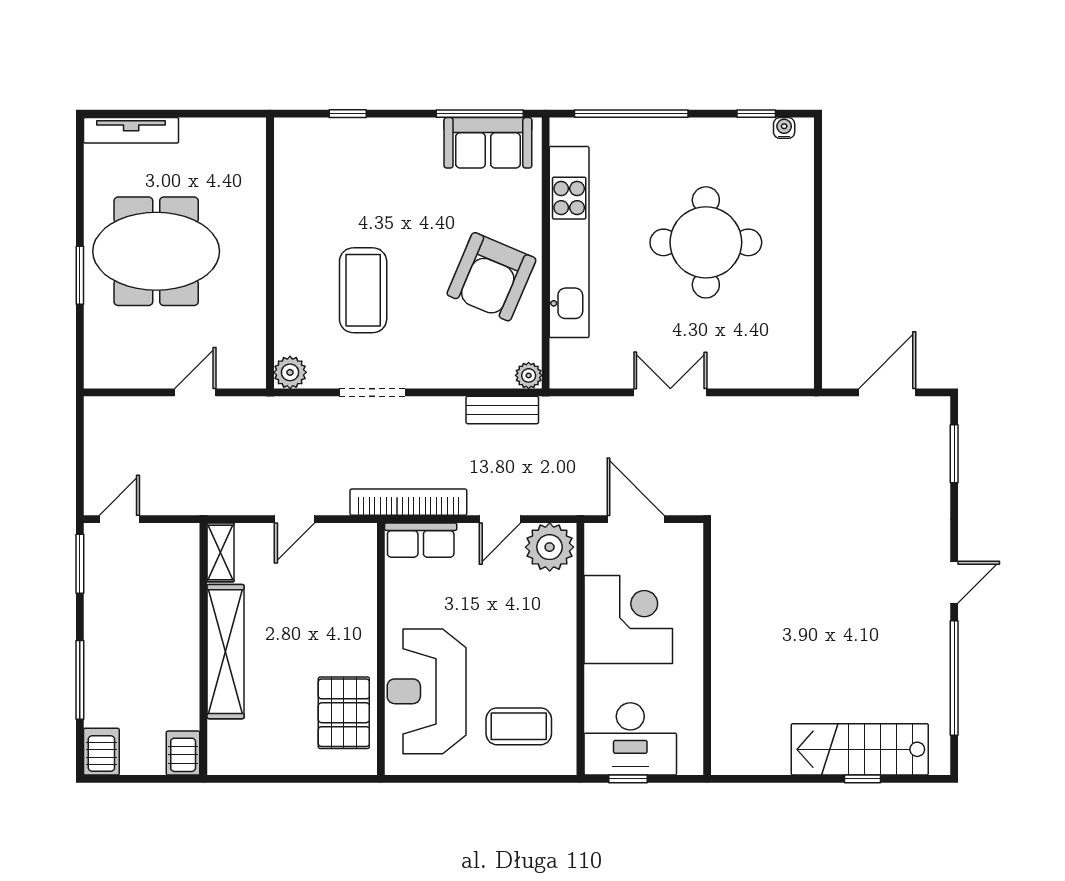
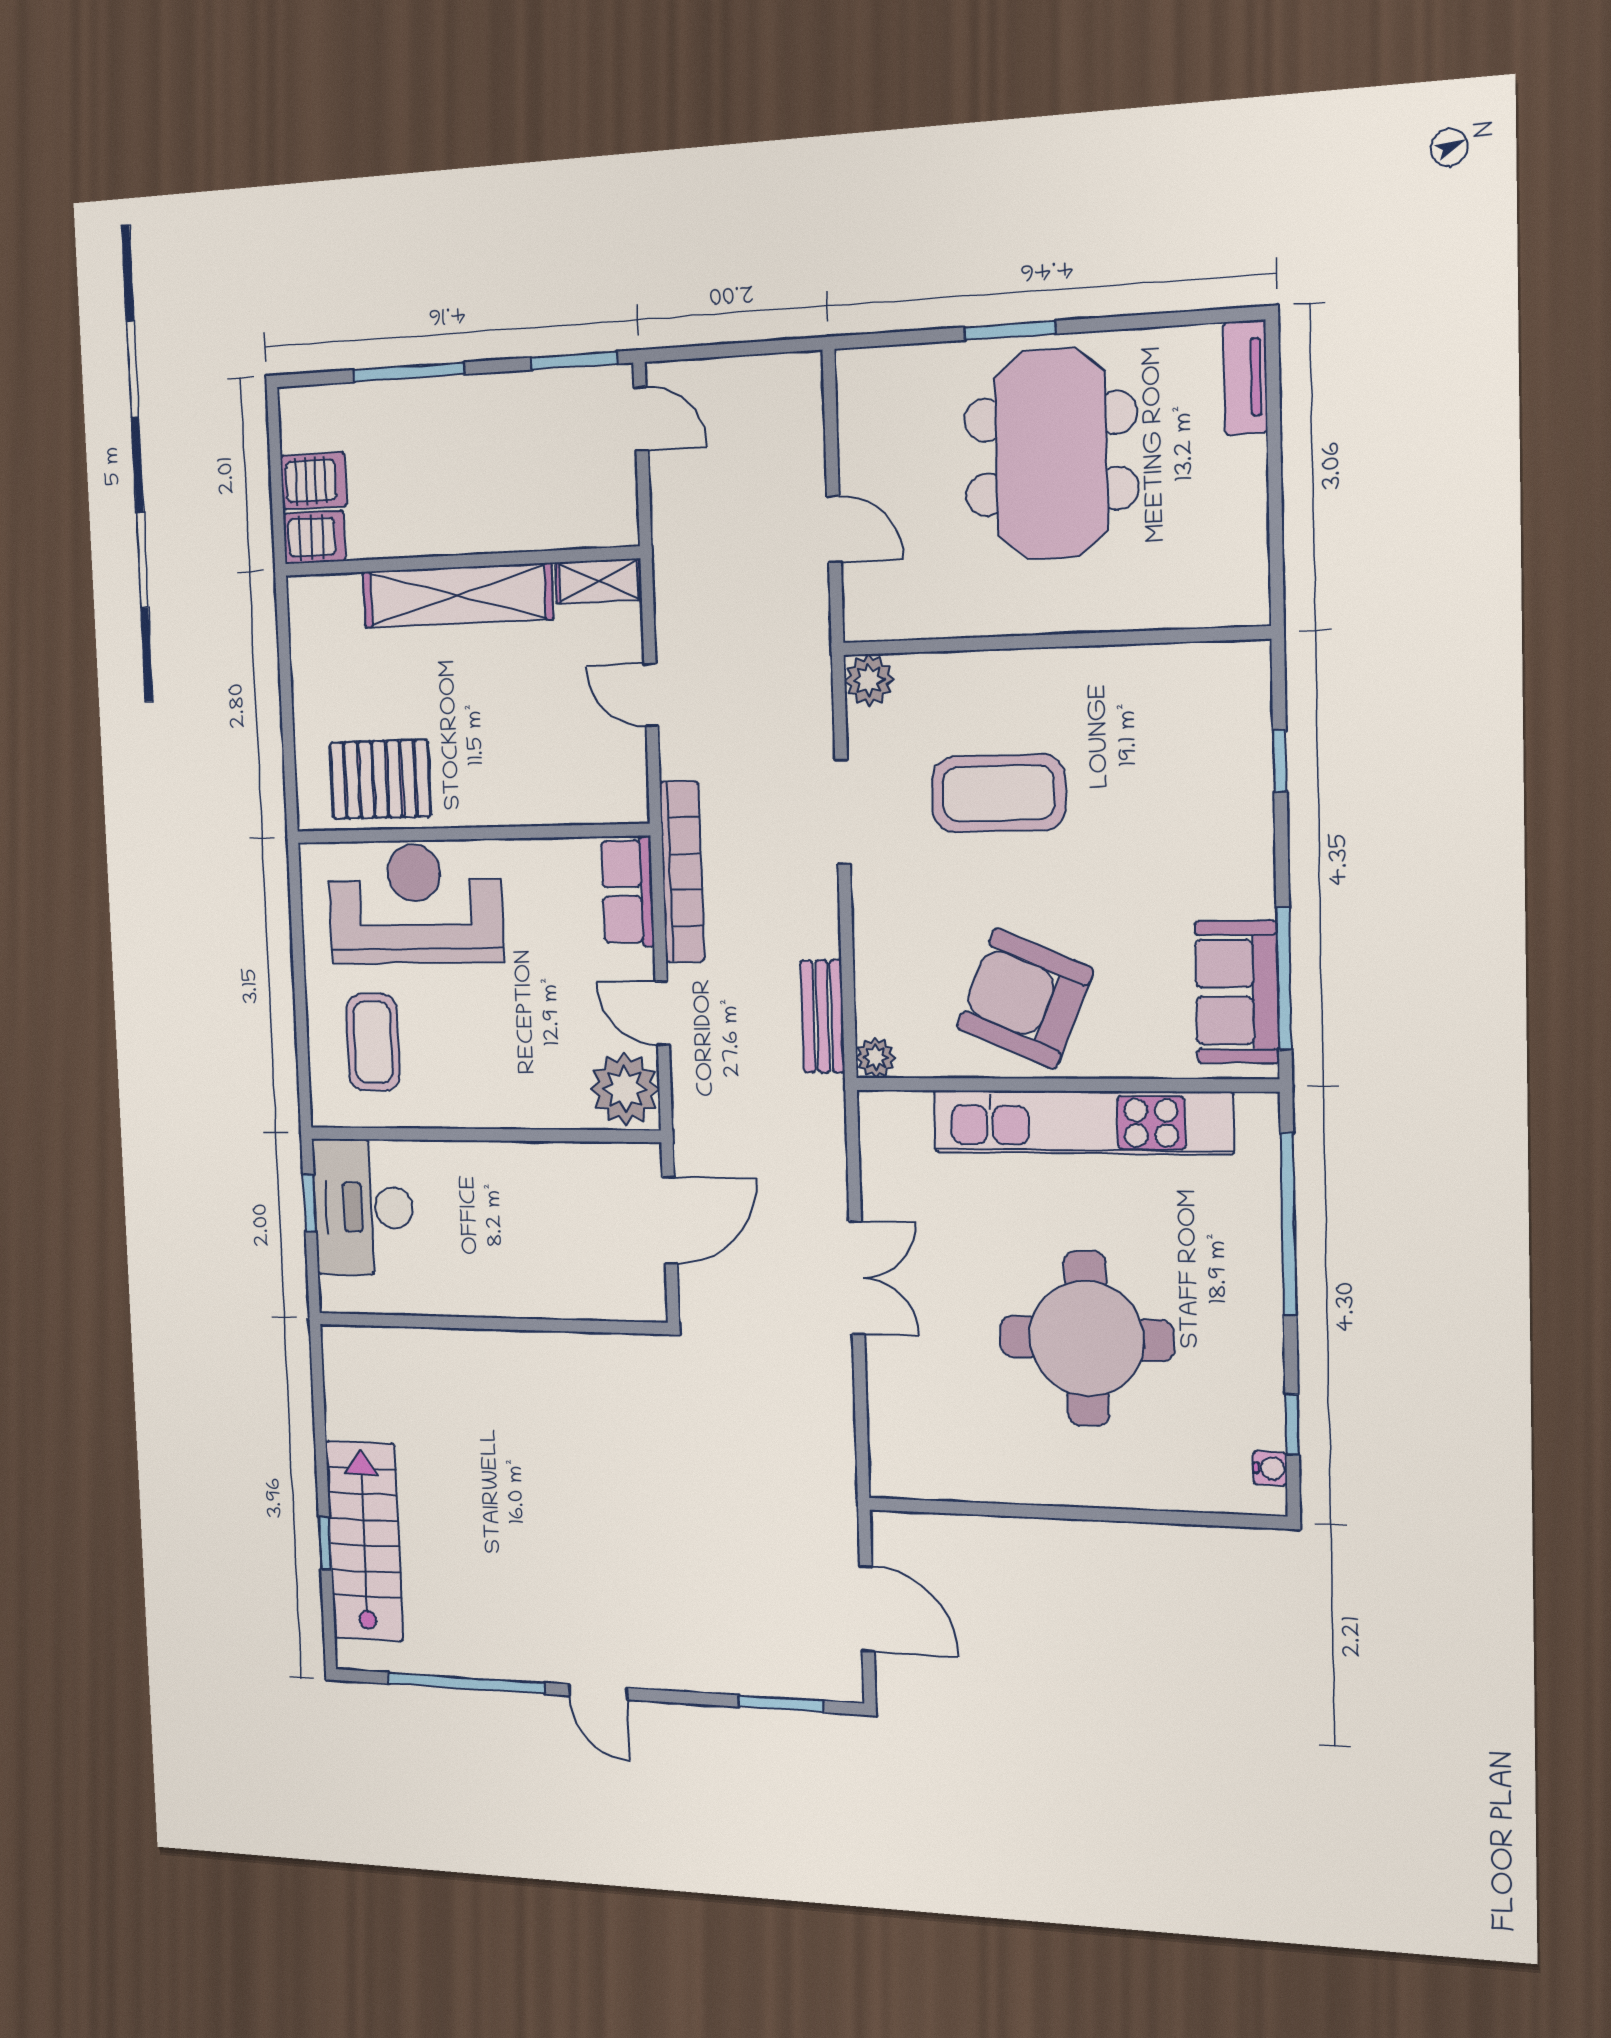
tv unit: (131, 130) -> (1245, 377), width x0.71
corner desk: (628, 619) -> (527, 1207), removed
server rack: (101, 752) -> (314, 481), moved

